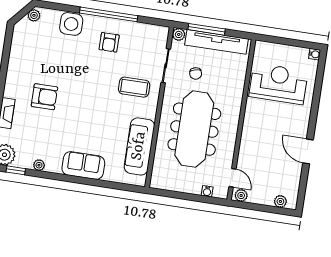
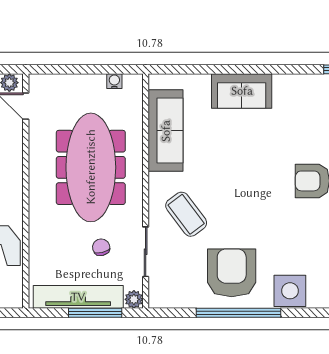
armchair: (109, 42) -> (232, 273), width x1.88, depth x1.88
coffee table: (134, 87) -> (186, 214), turned 53
plant: (39, 165) -> (305, 82), removed
water cooler: (207, 191) -> (114, 81), moved

